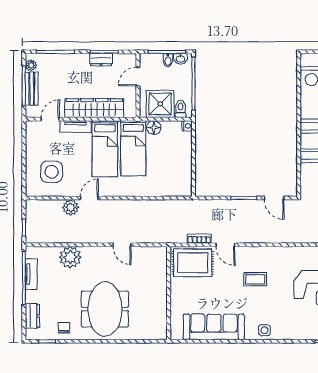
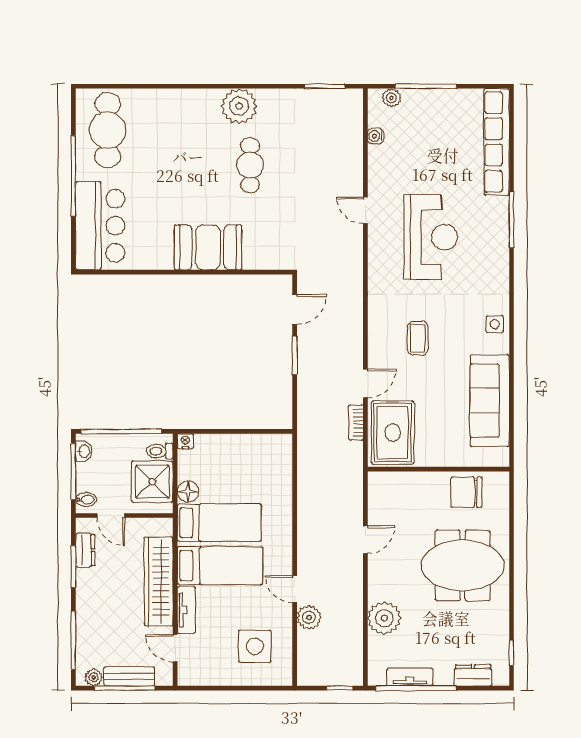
dresser: (101, 60) -> (85, 550), moved
bidet: (168, 60) -> (86, 500), moved
chair: (64, 328) -> (466, 492), moved, width x1.87, depth x1.87

